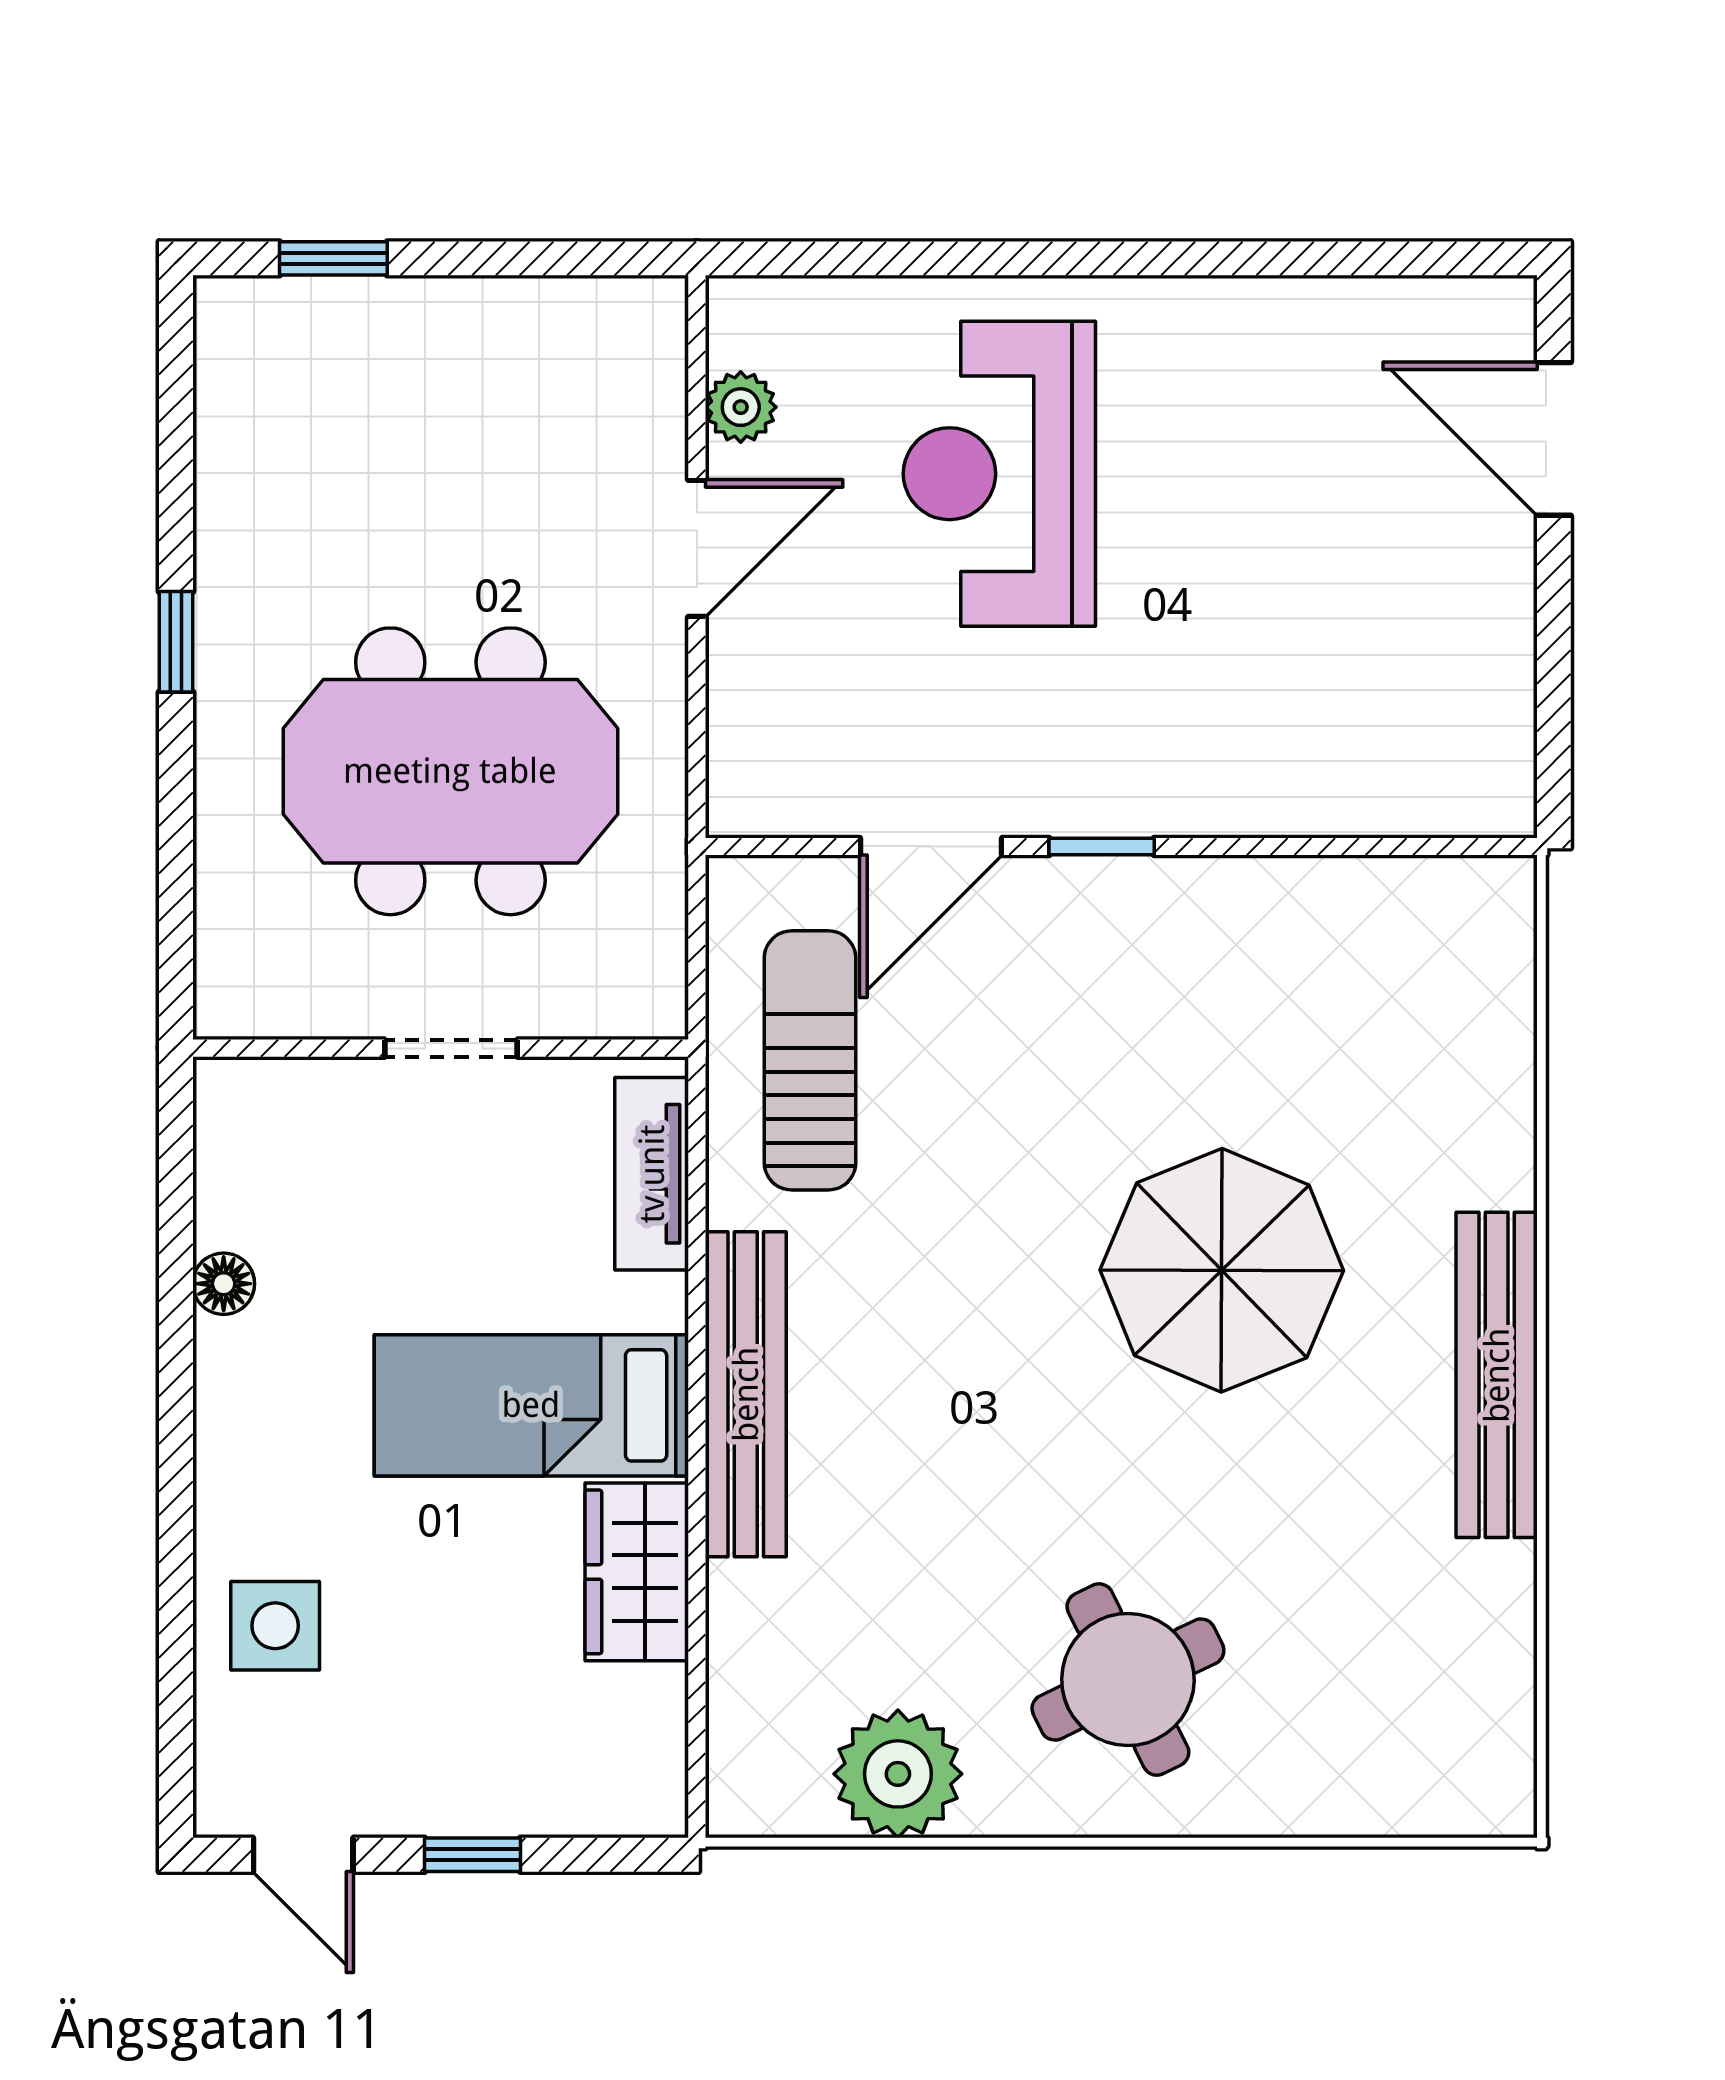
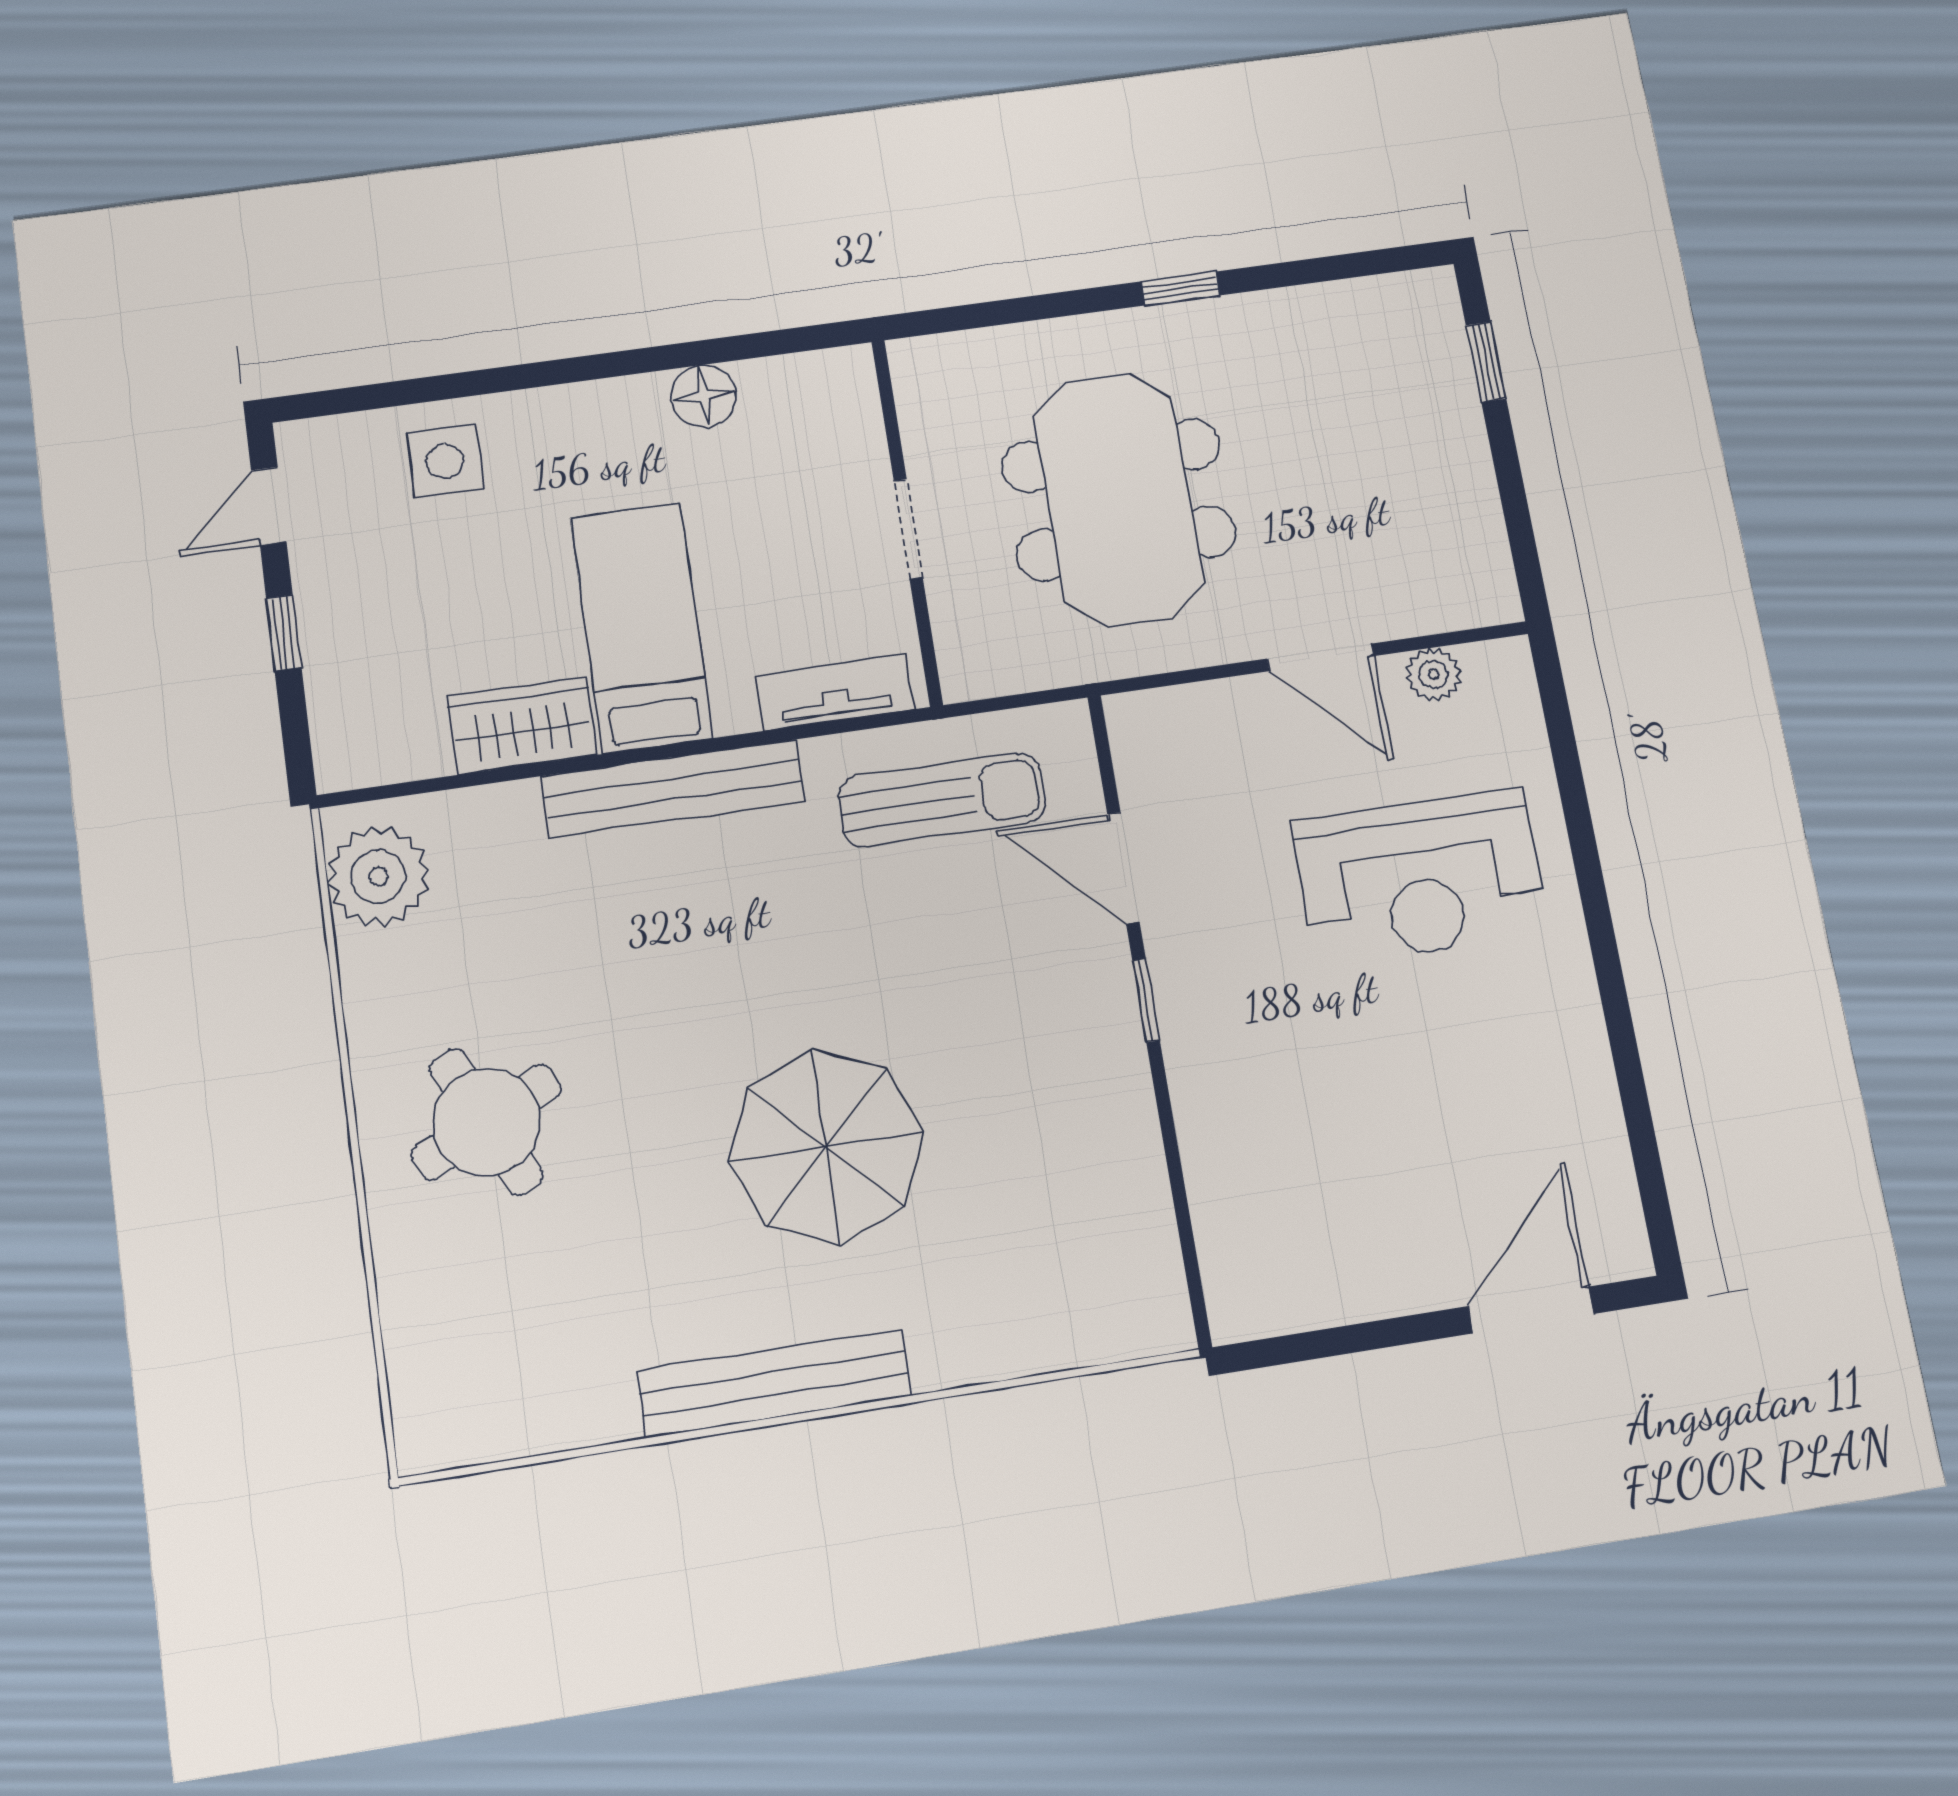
reception desk: (999, 474) -> (1420, 877), turned 180
floor lamp: (224, 1284) -> (704, 396), width x1.37, depth x1.37
plant: (898, 1774) -> (378, 876), moved

